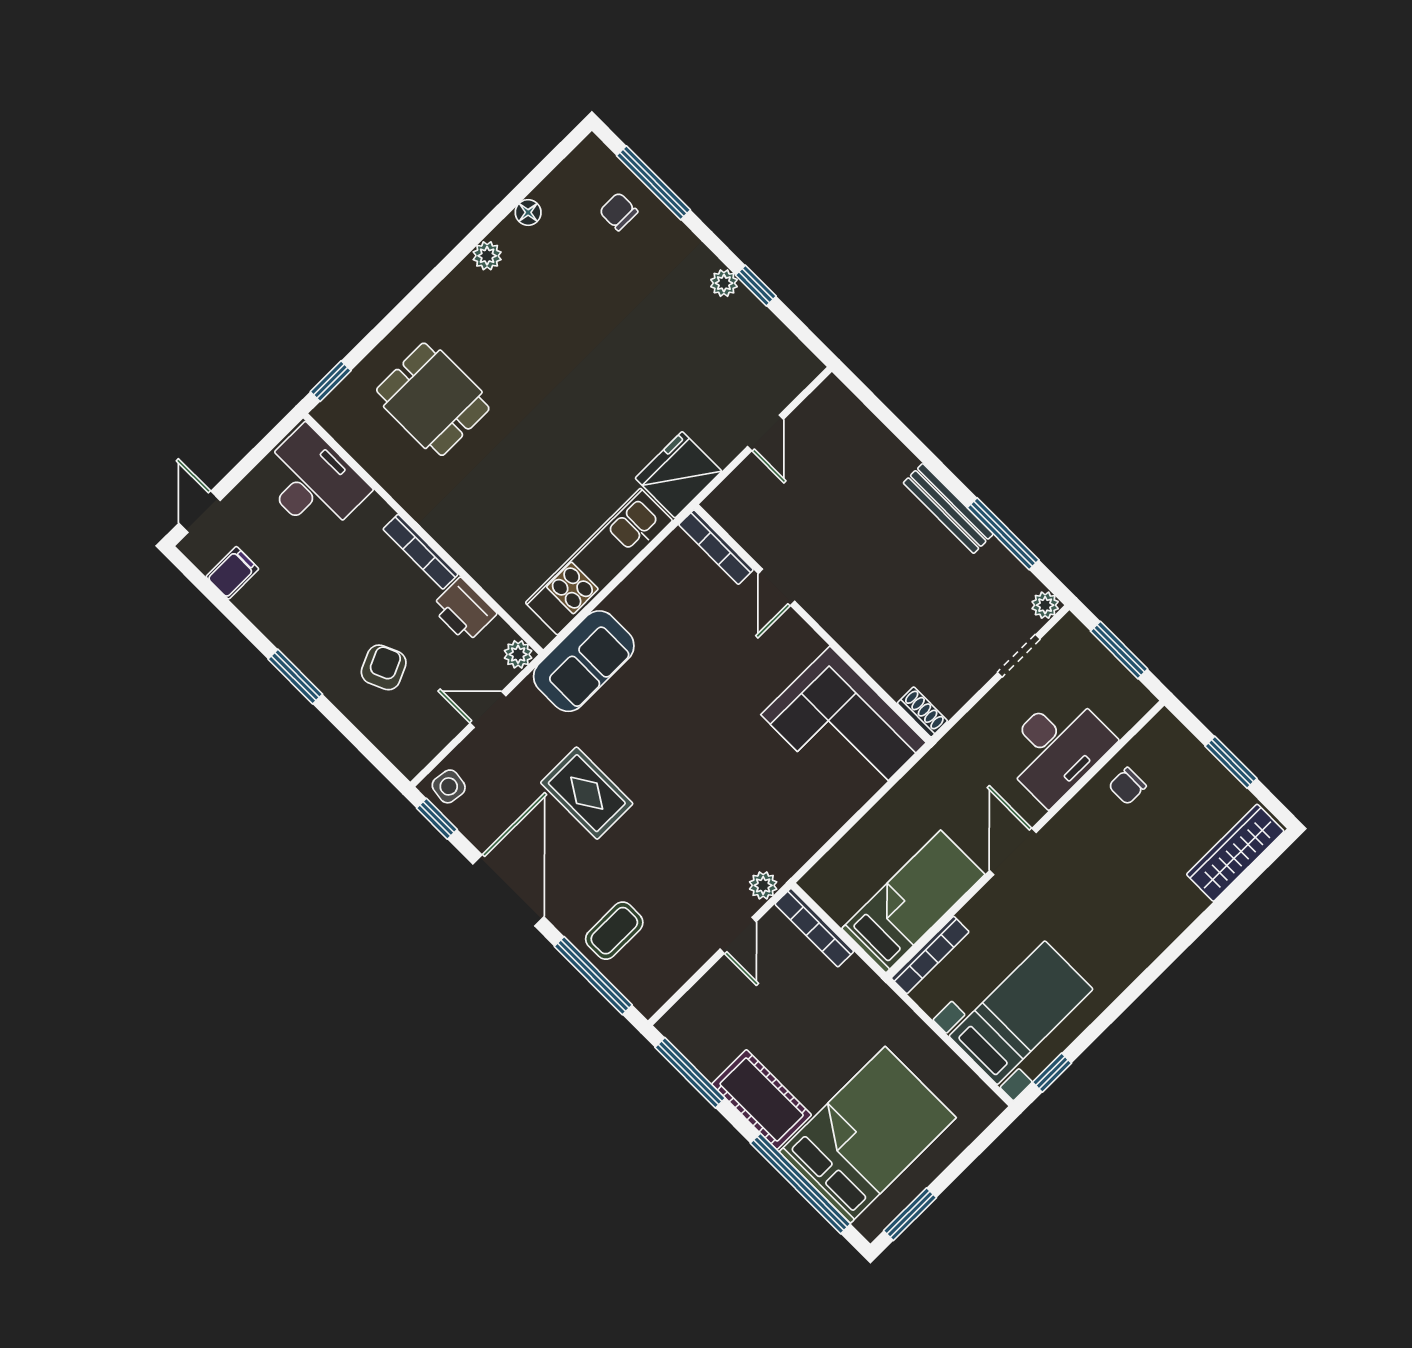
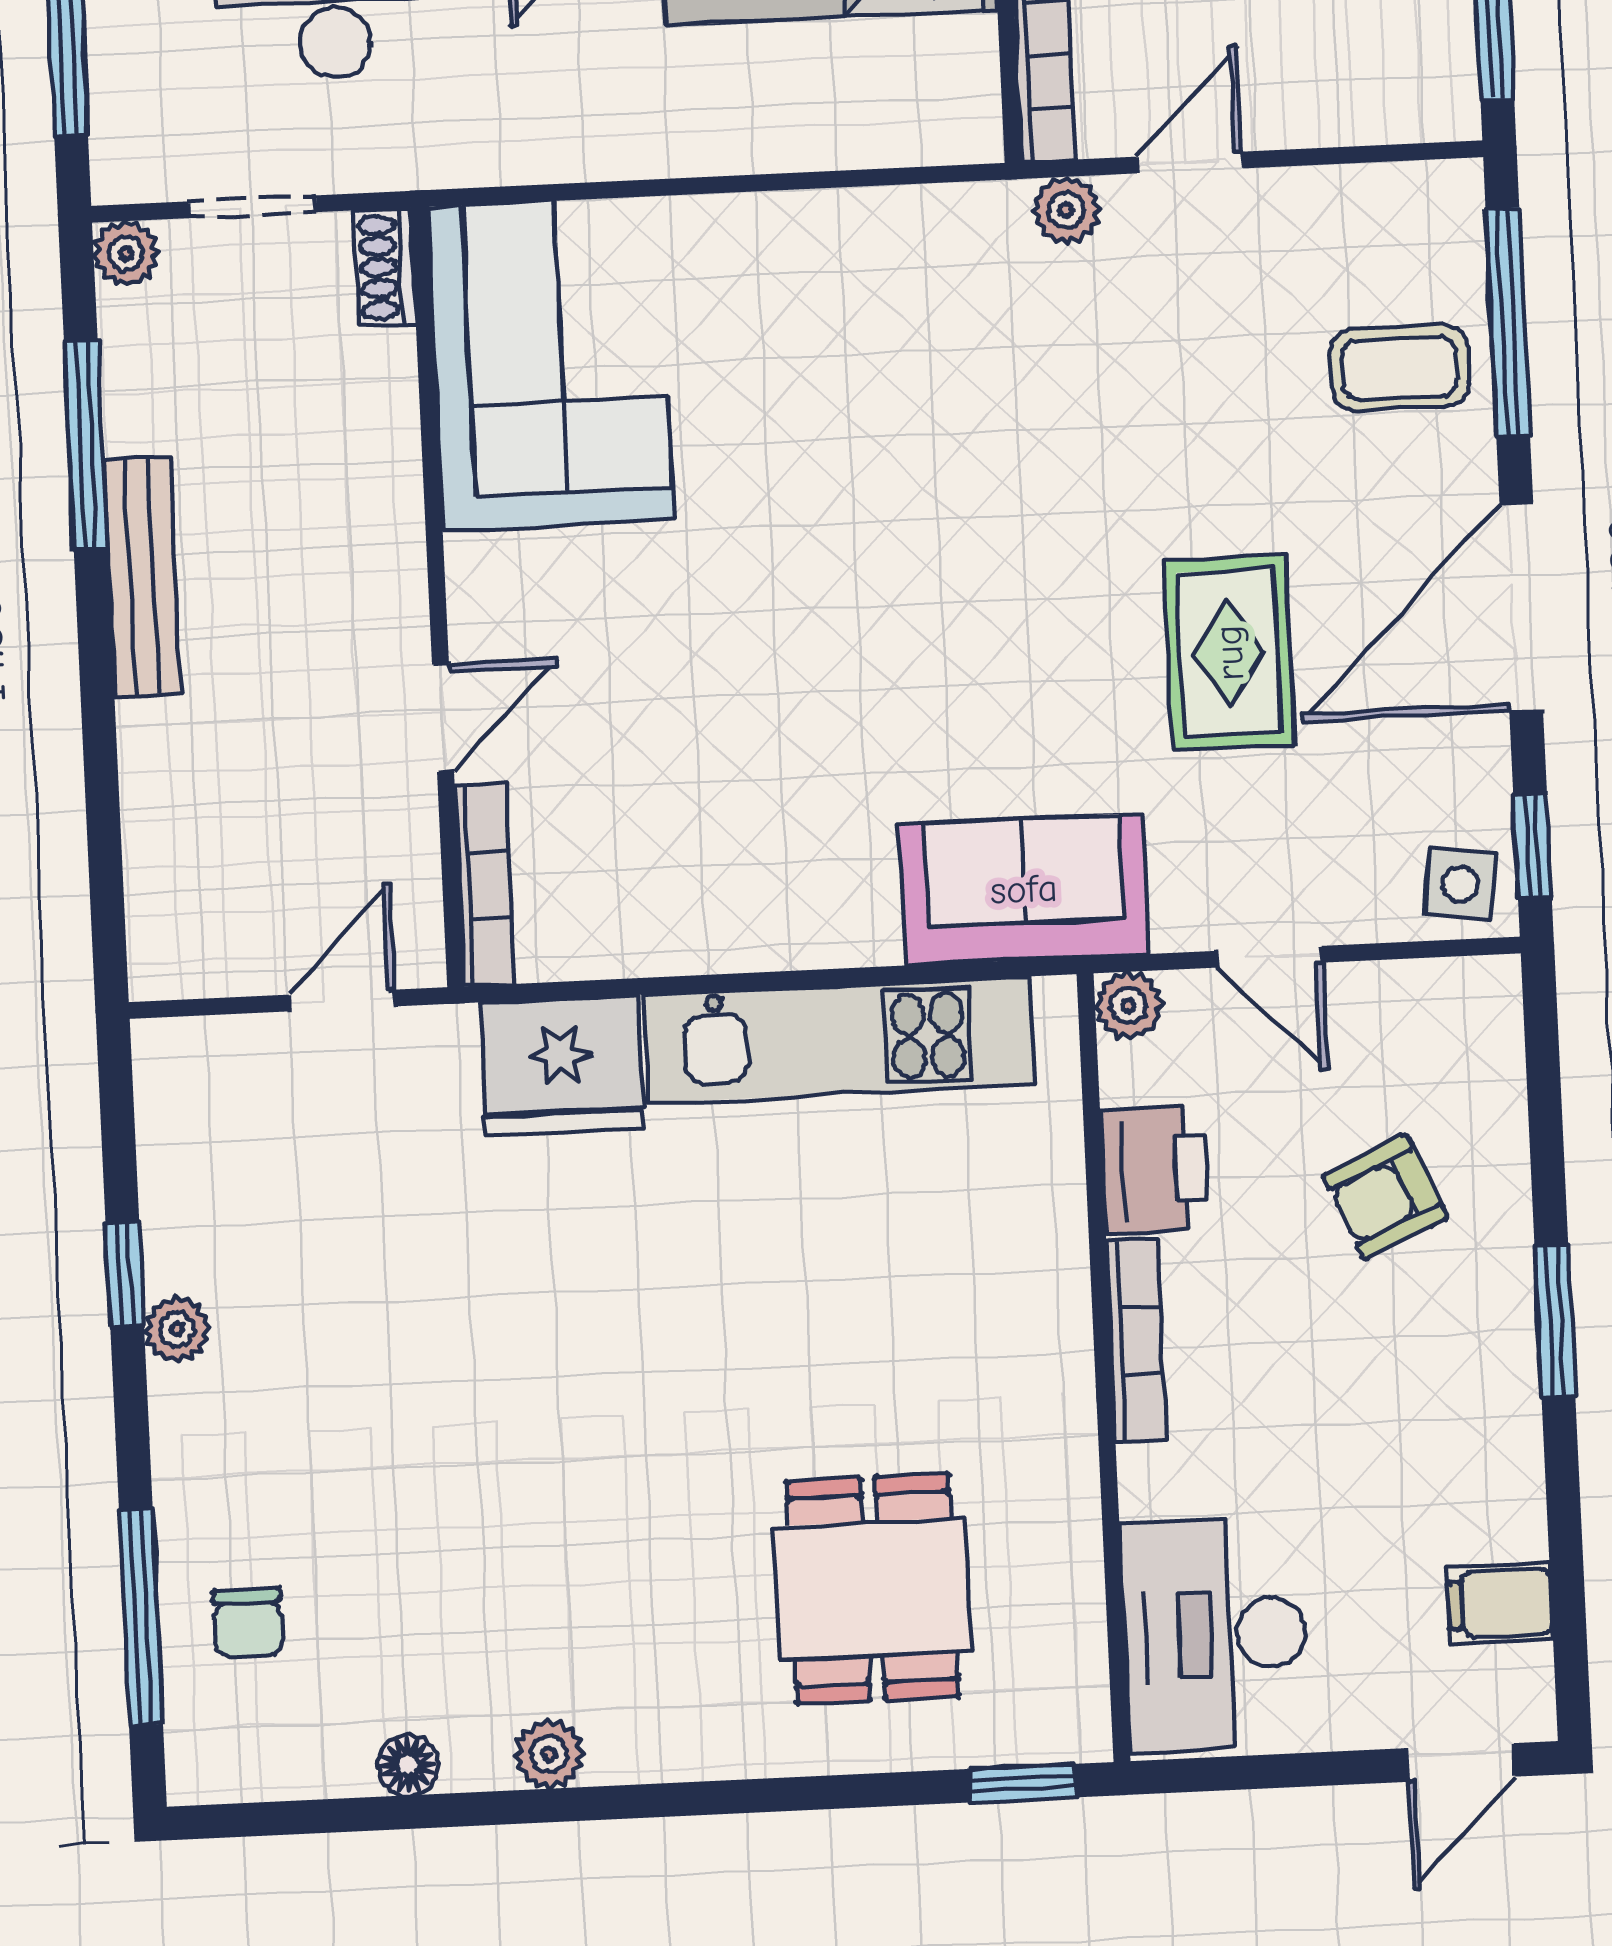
bookcase: (716, 547) -> (485, 885), moved
door: (777, 587) -> (443, 718), moved
wall: (813, 624) -> (437, 597), moved
shoe rack: (922, 712) -> (385, 267), moved
corner sofa: (843, 729) -> (550, 363), moved

